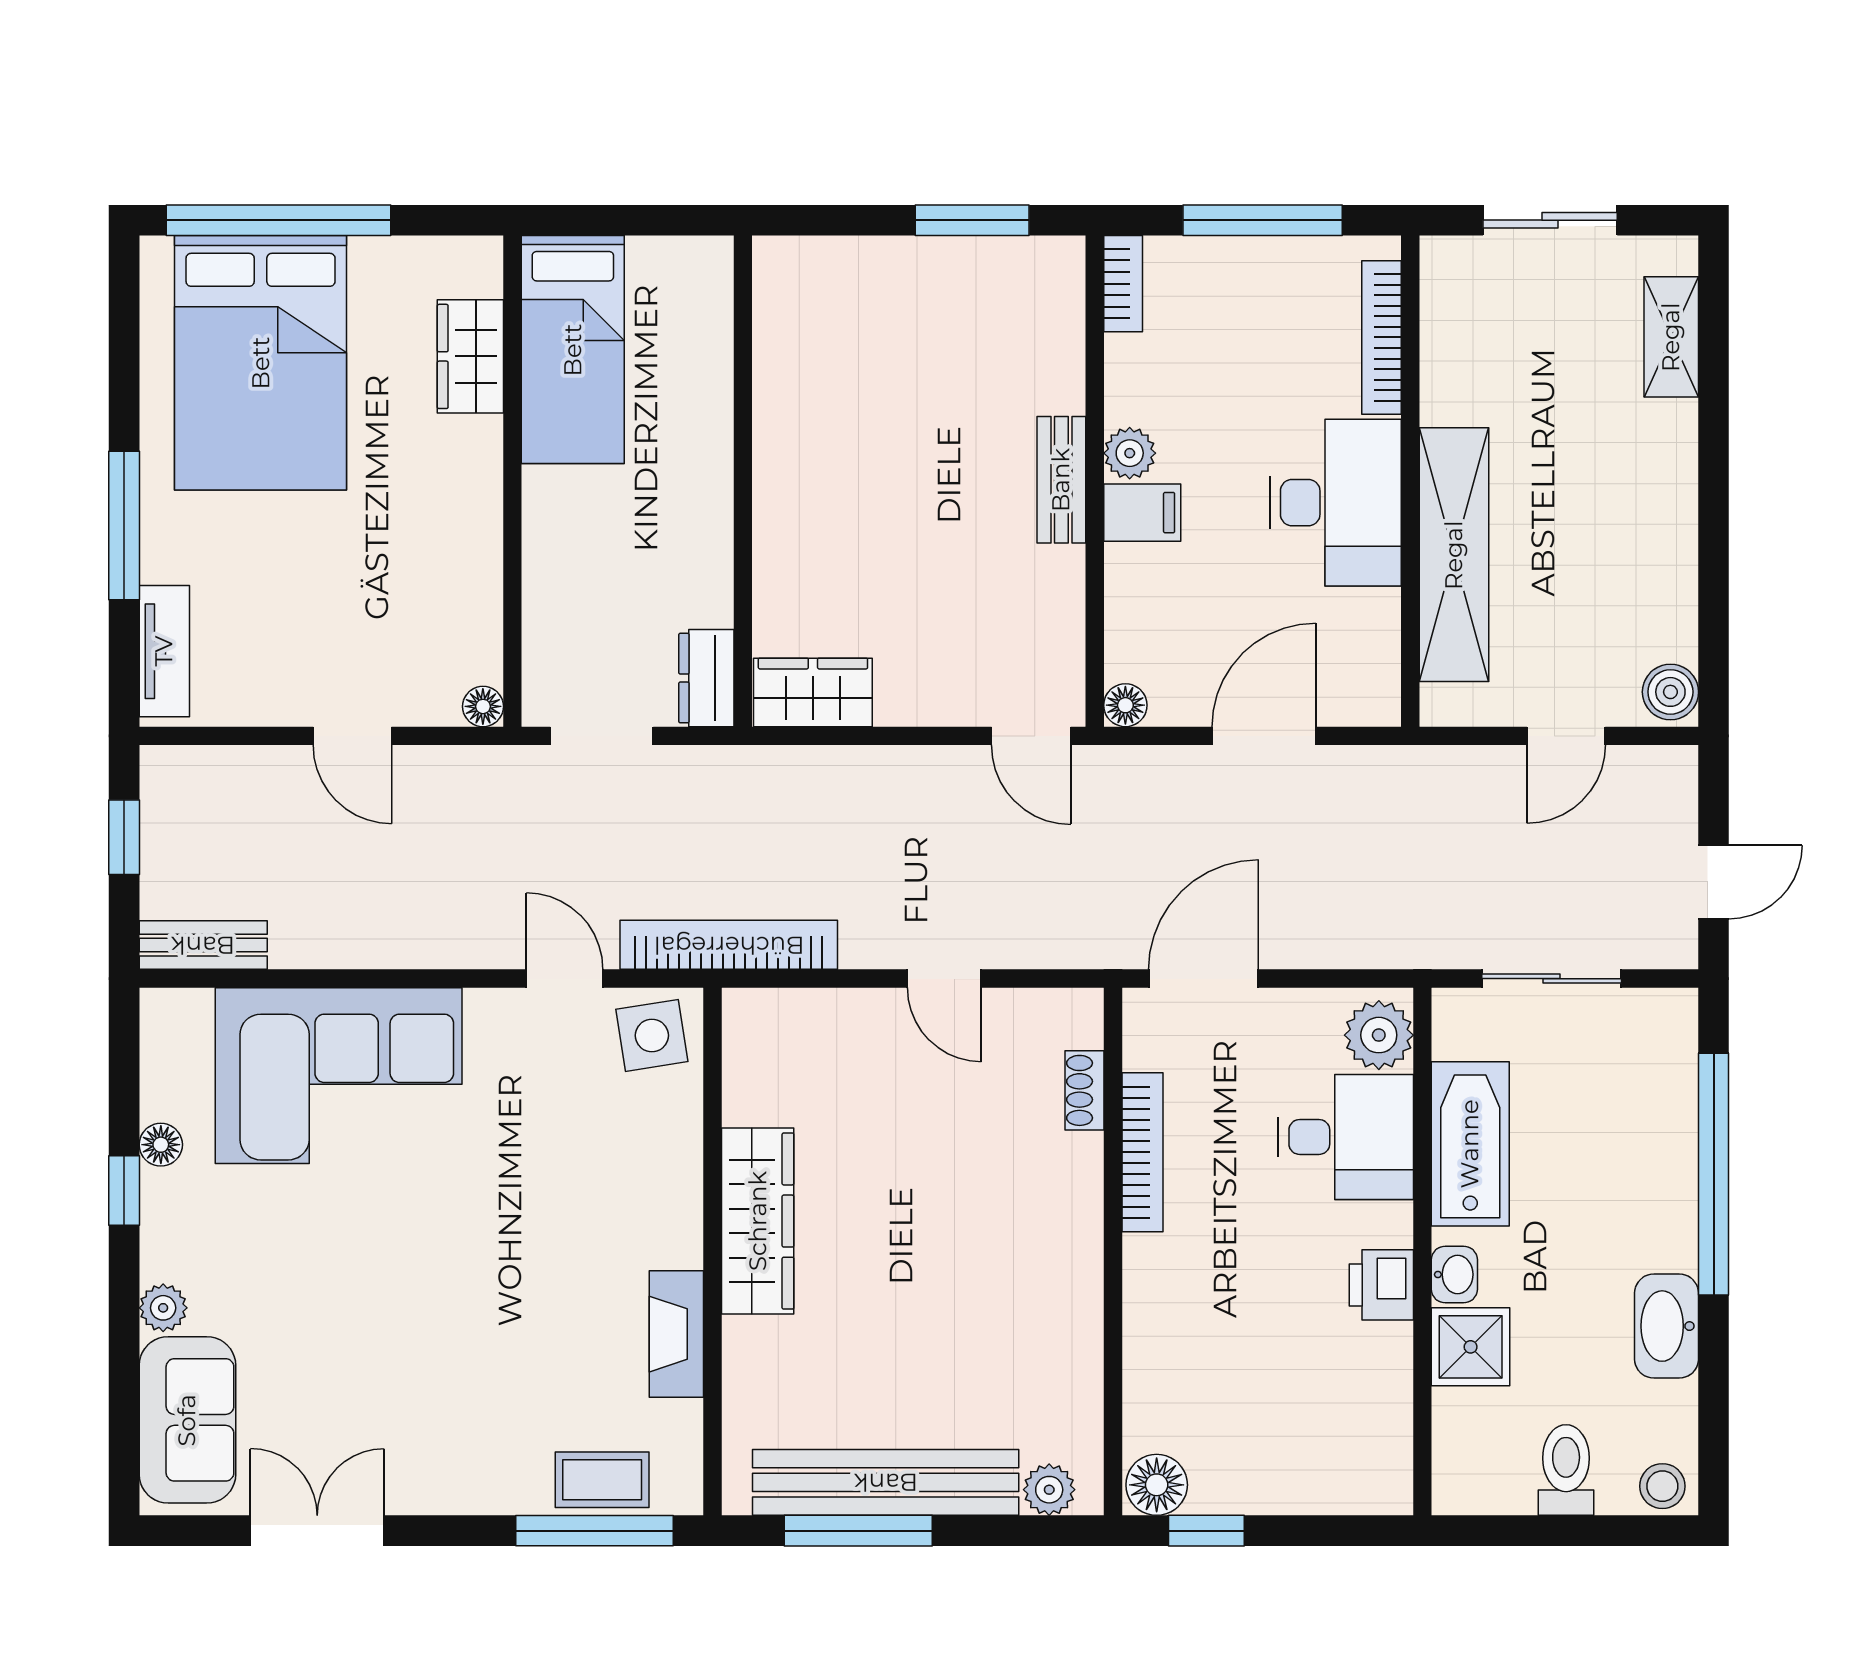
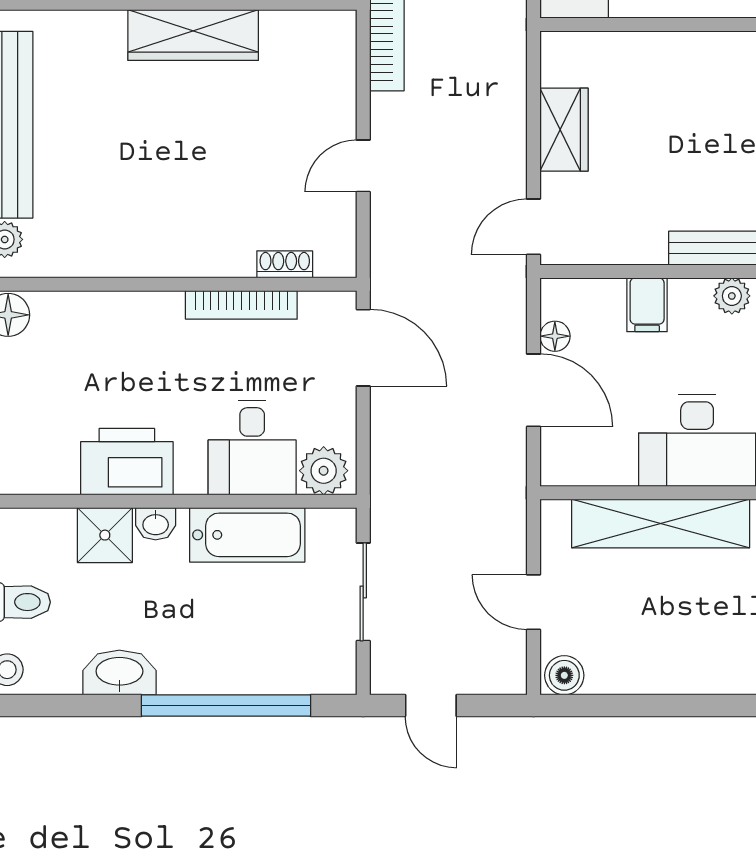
filing cabinet: (1142, 513) -> (647, 305), moved
wardrobe: (813, 692) -> (564, 130), moved
floor lamp: (1125, 705) -> (555, 336), moved
printer: (1381, 1285) -> (127, 462), width x1.87, depth x1.48

